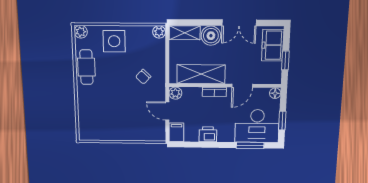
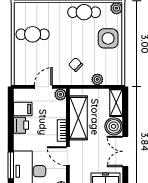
plant: (159, 32) -> (97, 79), moved
cafe table: (112, 121) -> (33, 34), added
filing cabinet: (176, 132) -> (23, 109), moved

